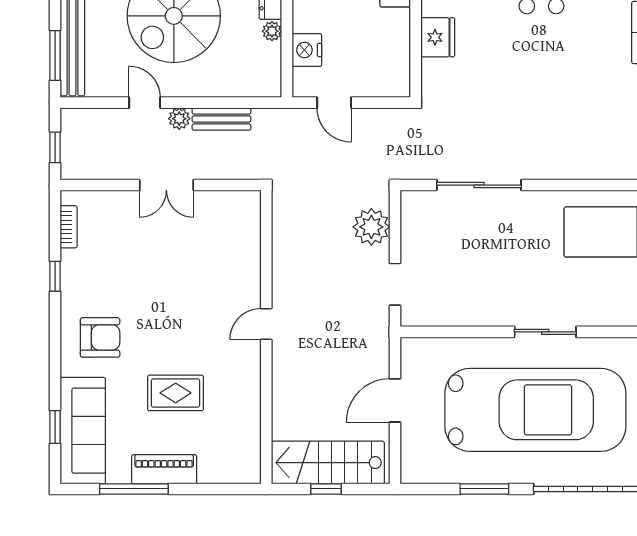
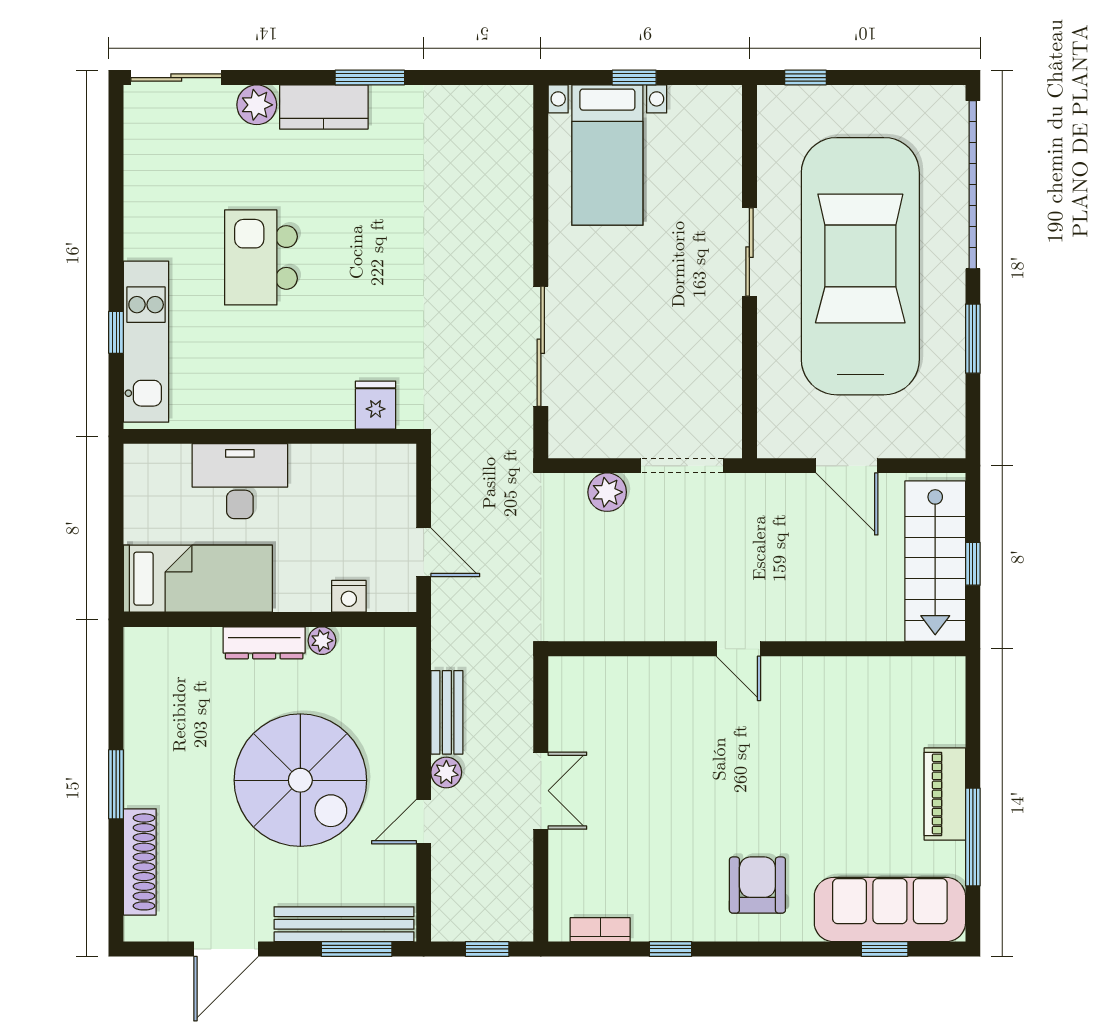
fridge: (438, 37) -> (376, 405), moved, width x0.72
nightstand: (307, 50) -> (349, 596), width x0.74, depth x0.75
door: (334, 103) -> (424, 552), hinge flipped
plant: (371, 227) -> (607, 492), width x0.73, depth x0.73
doorway: (395, 284) -> (682, 466), width x1.38
rug: (176, 393) -> (836, 778), removed

